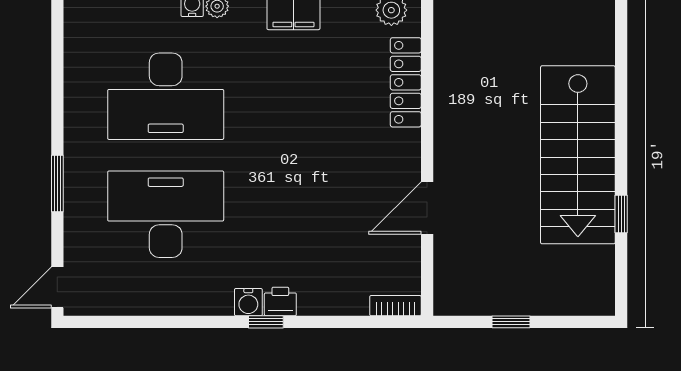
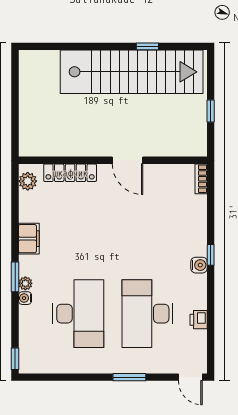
stairs: (578, 155) -> (132, 72), width x1.36
door: (427, 208) -> (128, 160), moved
printer: (280, 301) -> (199, 320), moved

